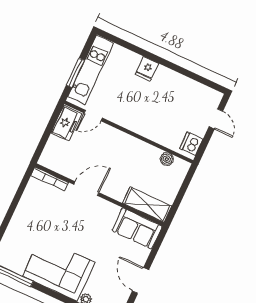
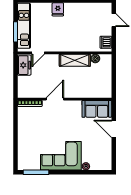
shelving: (147, 205) -> (75, 60), moved
door: (141, 280) -> (114, 129), moved

